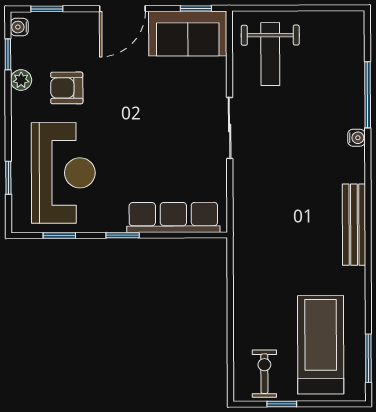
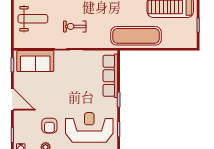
sofa: (188, 34) -> (35, 61), moved, turned 90
weight bench: (270, 54) -> (33, 19), moved
exercise mat: (259, 272) -> (136, 36), added
exercise bike: (264, 374) -> (75, 26), moved

